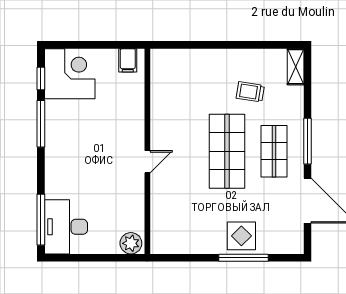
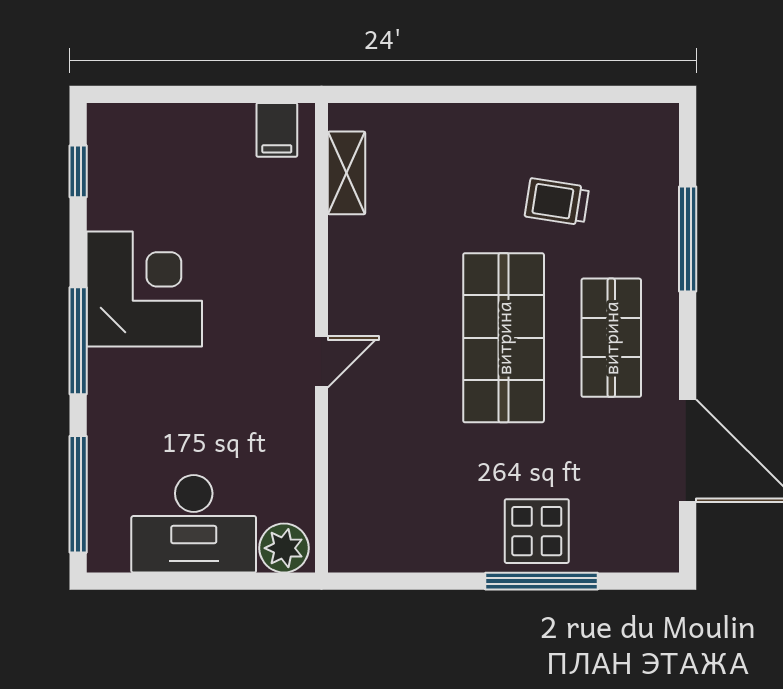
shelving: (296, 67) -> (347, 173), moved
corner desk: (70, 74) -> (144, 289), moved
window: (41, 124) -> (78, 341), moved
window: (307, 141) -> (688, 239), moved
desk: (66, 227) -> (194, 524), moved, turned -90

